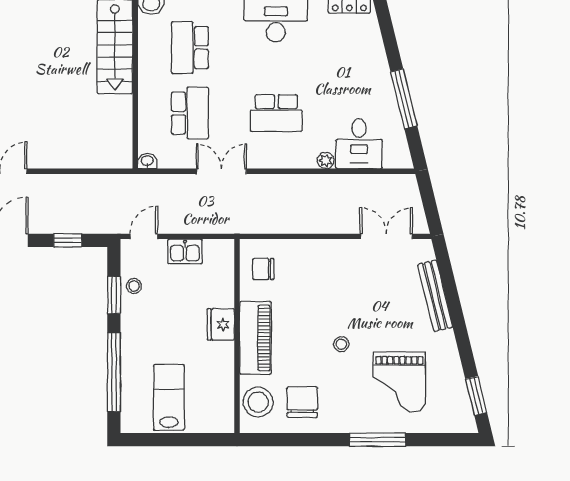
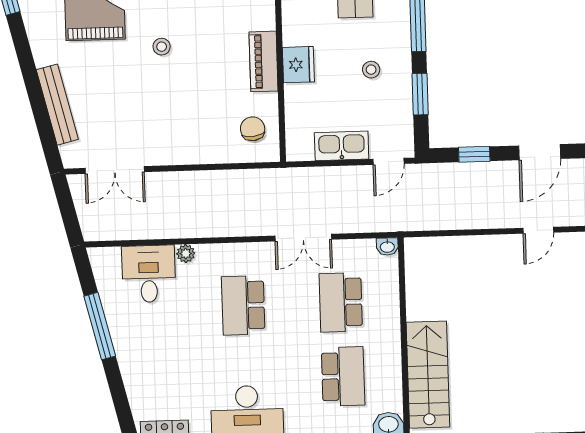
school desk: (276, 113) -> (243, 305), turned -90
kitchen sink: (185, 251) -> (342, 146), width x1.38
chair: (263, 269) -> (253, 129), turned -96
stool: (134, 286) -> (371, 70), moved
piano: (255, 338) -> (264, 61), width x0.73, depth x0.75

